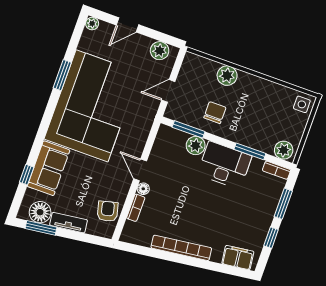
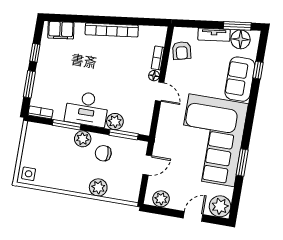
plant: (92, 24) -> (220, 206), width x1.88, depth x1.88
chair: (215, 113) -> (103, 153), turned 90
plant: (284, 150) -> (83, 139), moved

